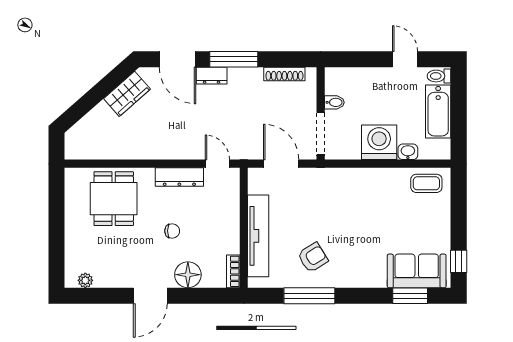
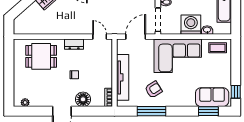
door: (281, 164) -> (136, 37), hinge flipped
dresser: (179, 177) -> (74, 44), width x0.70
corner sofa: (356, 198) -> (178, 56), added
dining table: (114, 199) -> (41, 56), turned 90

